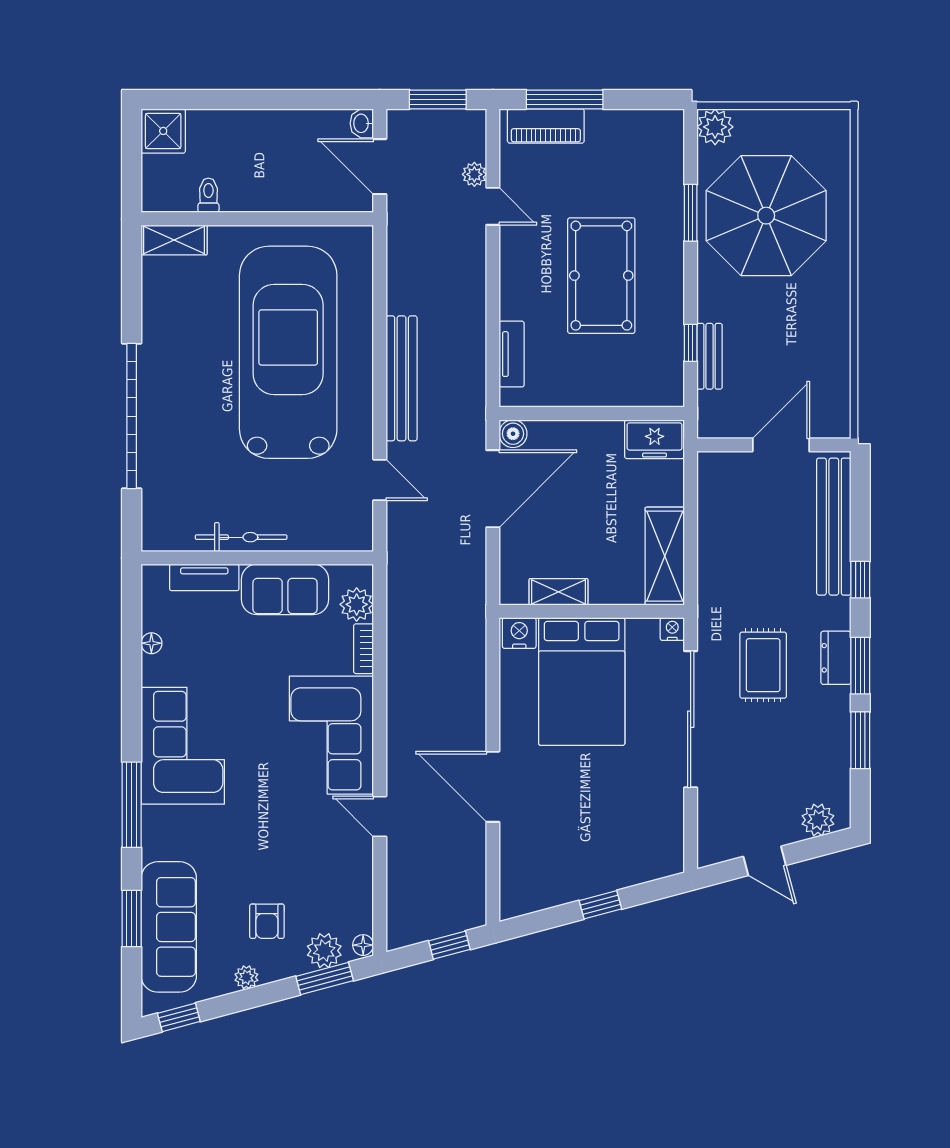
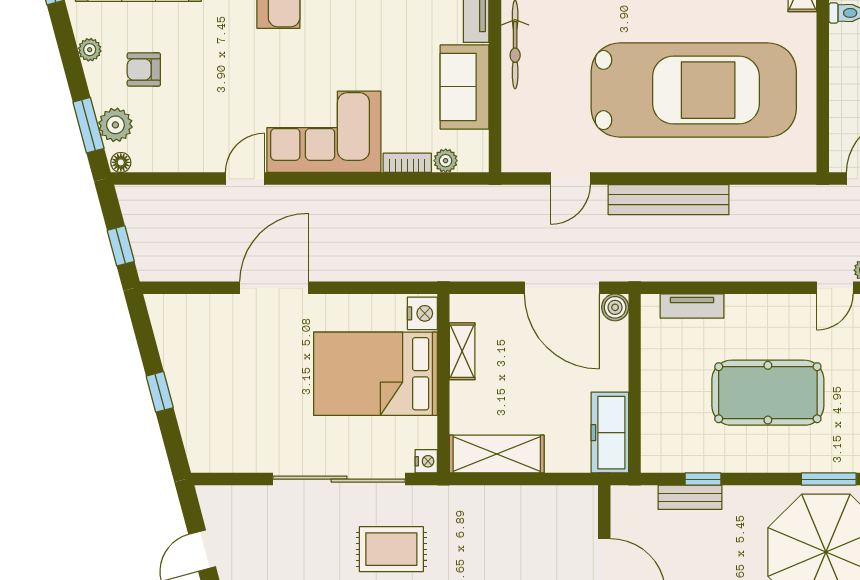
freezer: (655, 439) -> (610, 433), width x1.40
plant: (357, 604) -> (446, 161), width x0.73, depth x0.73

